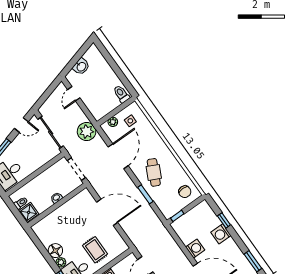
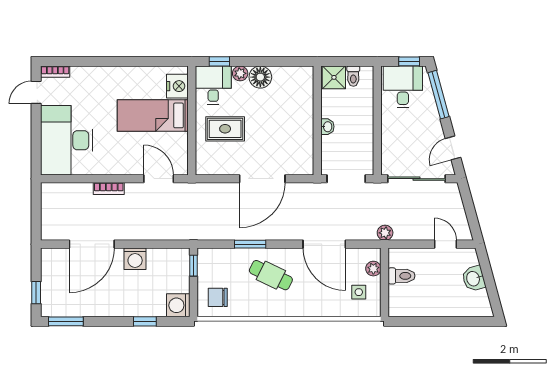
toilet: (121, 94) -> (402, 276), moved
plant: (87, 132) -> (385, 233), width x0.53, depth x0.53
washing machine: (221, 234) -> (178, 305), moved, turned -90

